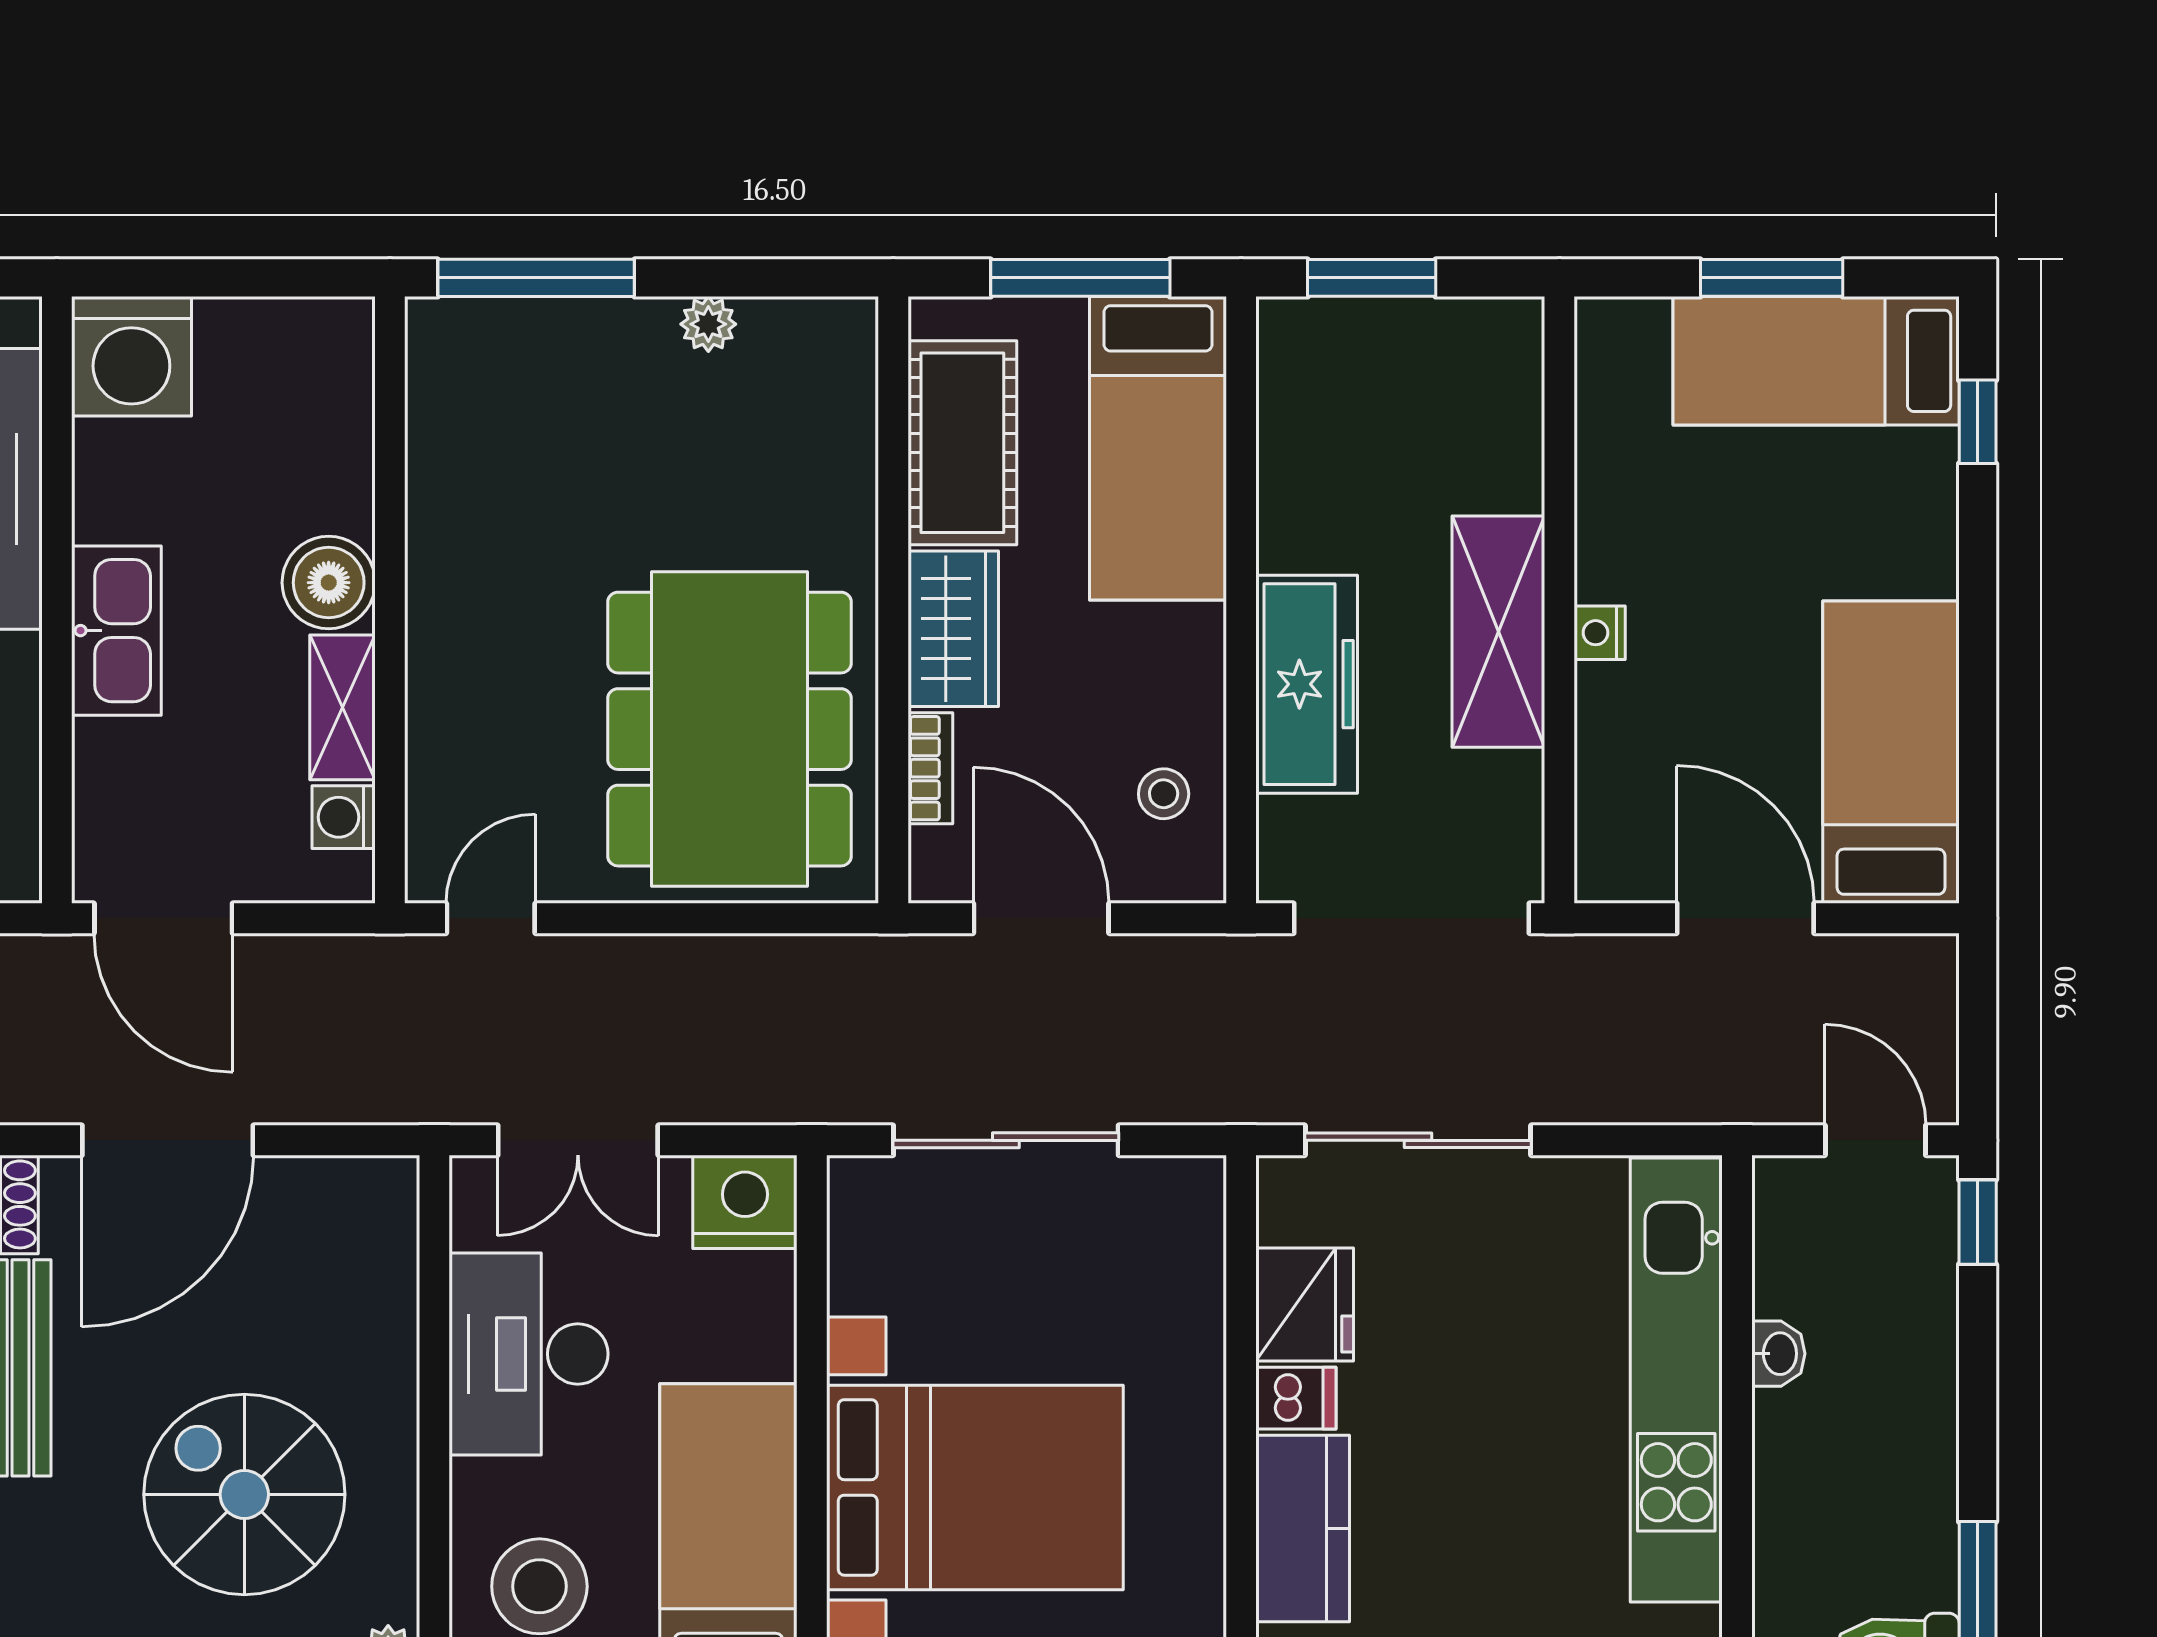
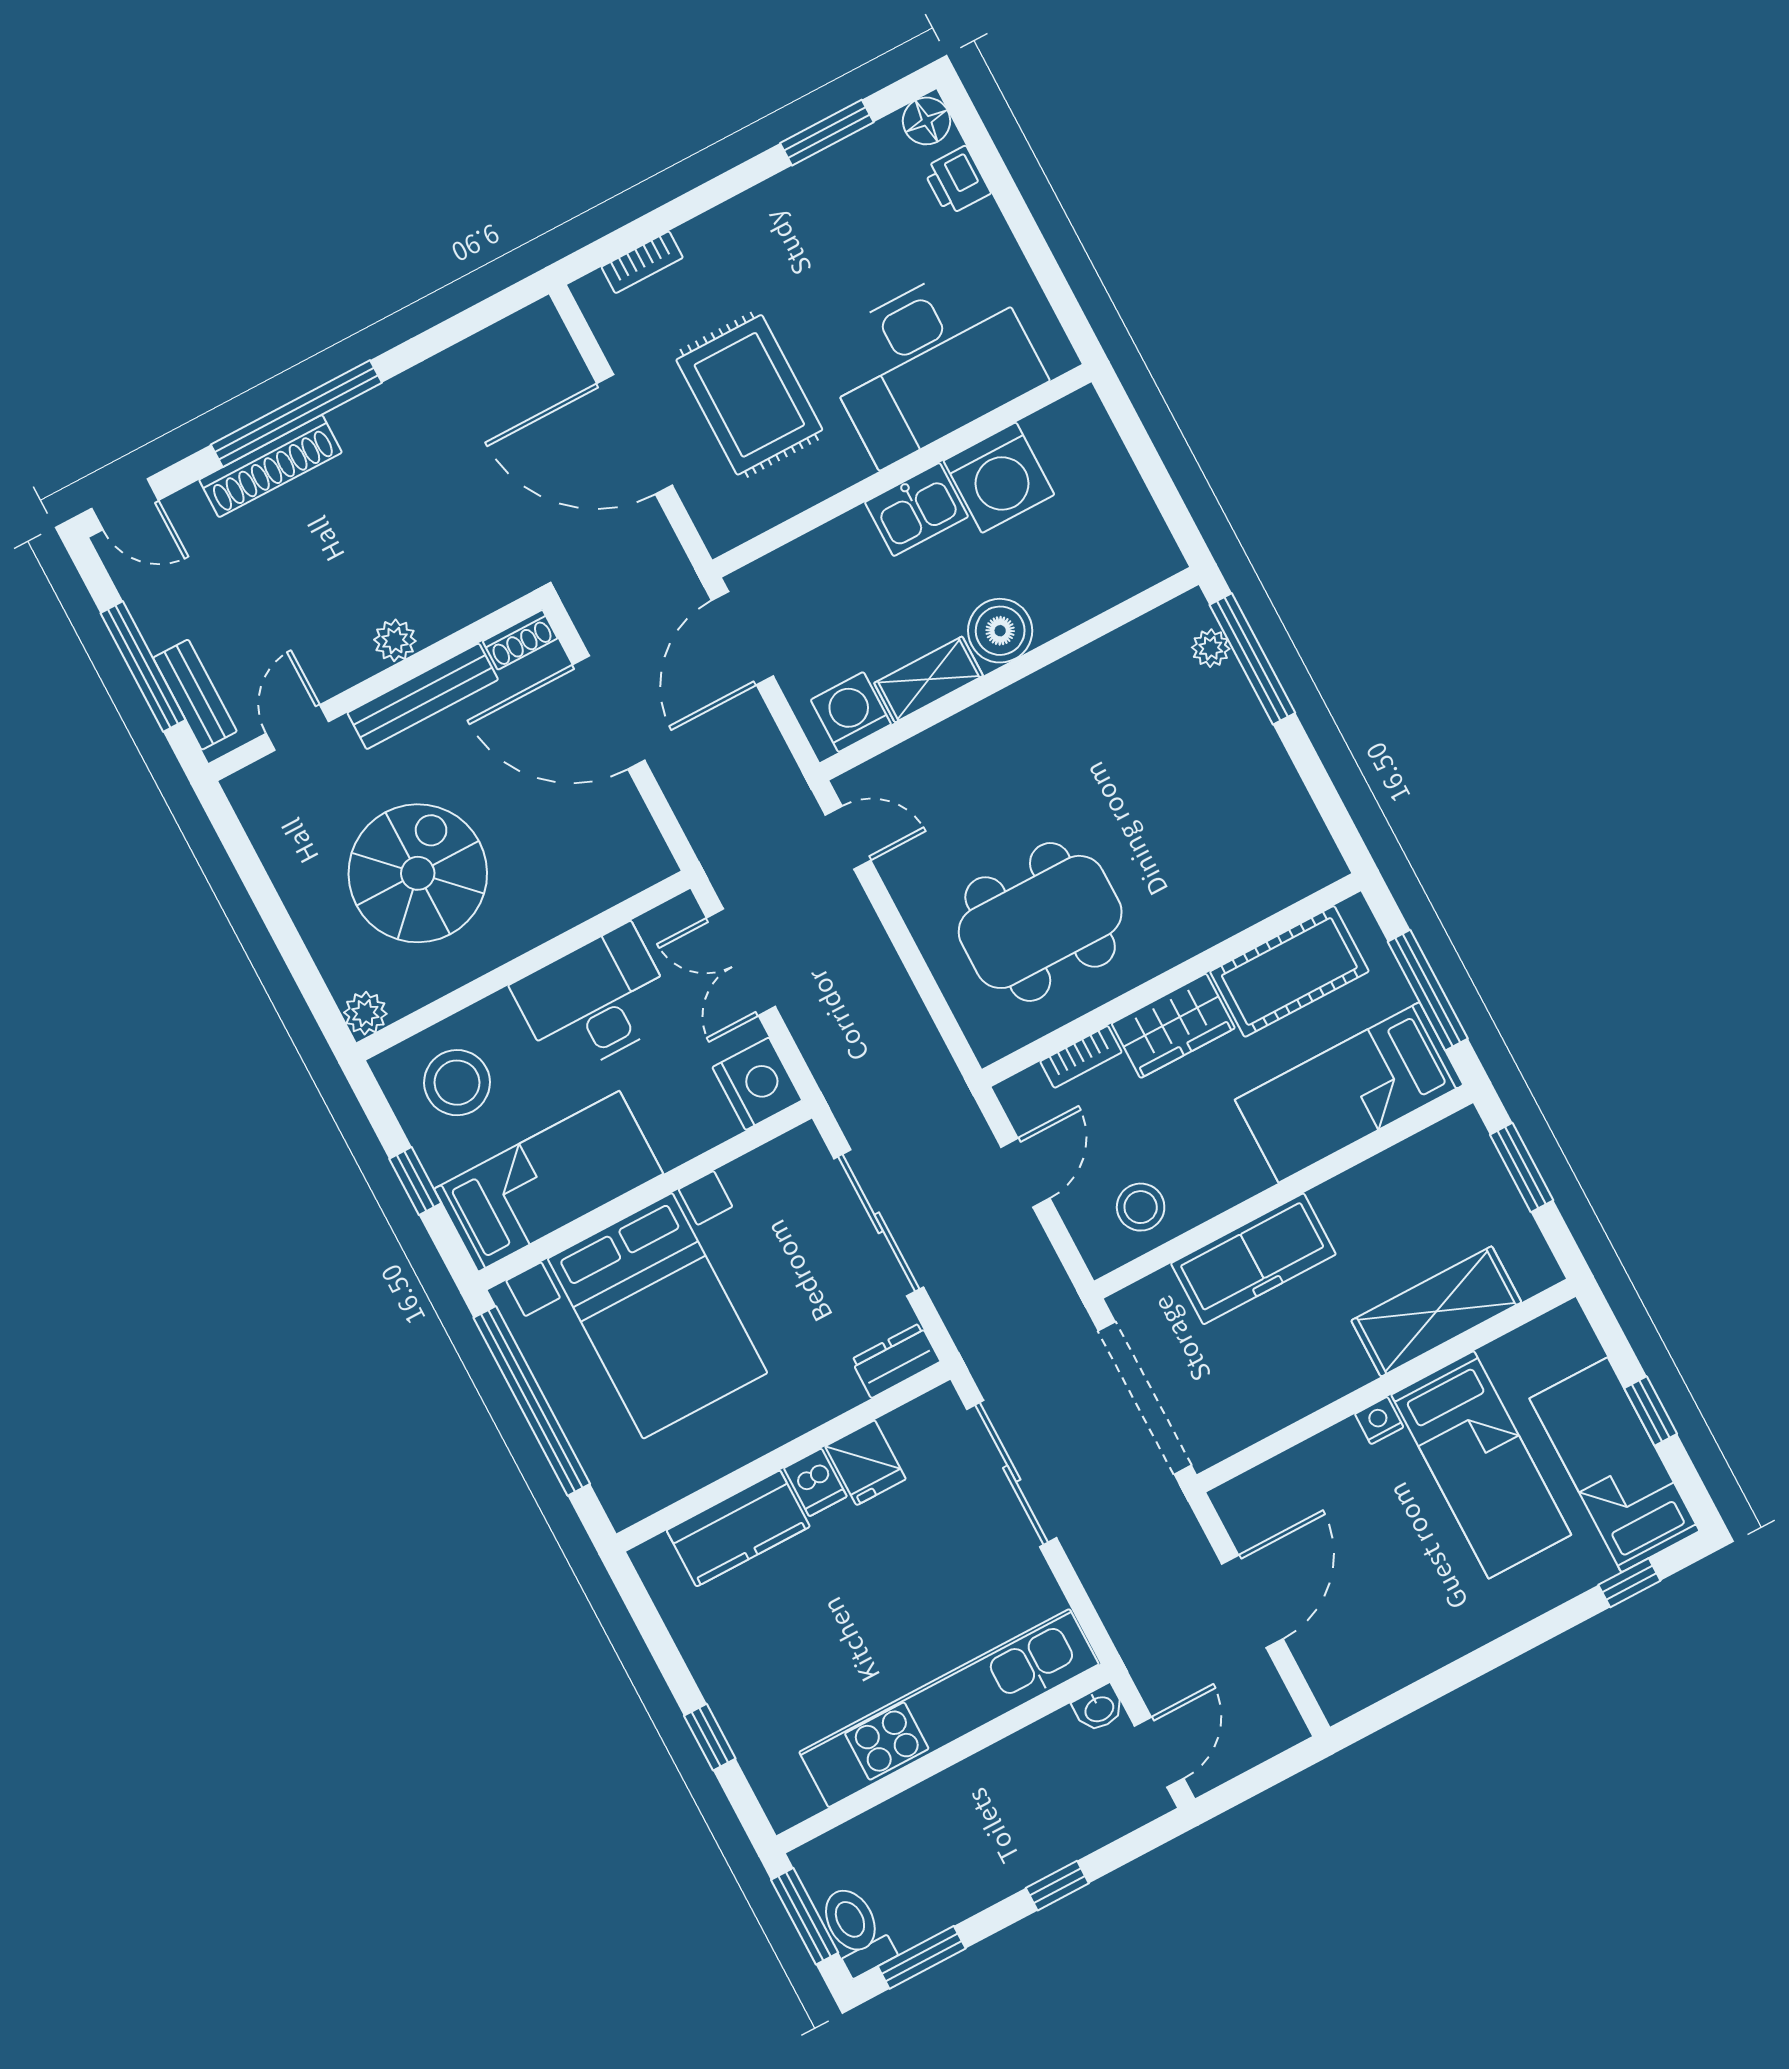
window: (1772, 278) -> (1651, 1411), width x0.67
plant: (708, 324) -> (1211, 648), moved
washing machine: (131, 356) -> (999, 478), moved, turned -90
kitchen sink: (116, 631) -> (916, 510), width x0.73
shelving: (1498, 632) -> (1436, 1311), moved
dining table: (729, 729) -> (1040, 922), width x0.73, depth x0.80
bed: (1891, 752) -> (1481, 1465), moved, turned 90
stool: (1164, 794) -> (1141, 1207), width x1.37, depth x1.37
washing machine: (344, 817) -> (851, 712), width x1.38, depth x1.38
door: (1041, 918) -> (1025, 1173), width x0.73
dresser: (1194, 1212) -> (896, 1361), added
window: (1978, 1222) -> (1057, 1886), moved
fridge: (1305, 1305) -> (866, 1463), width x0.72
washbasin: (1778, 1354) -> (1099, 1708), moved

